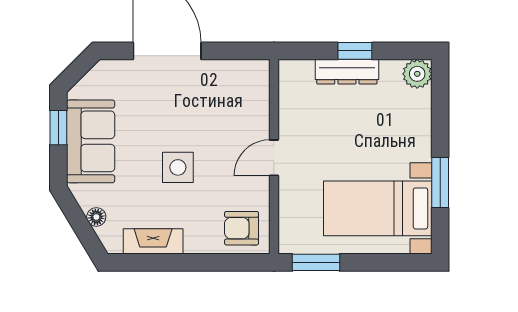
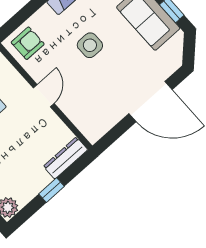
dresser: (347, 72) -> (66, 158), moved

